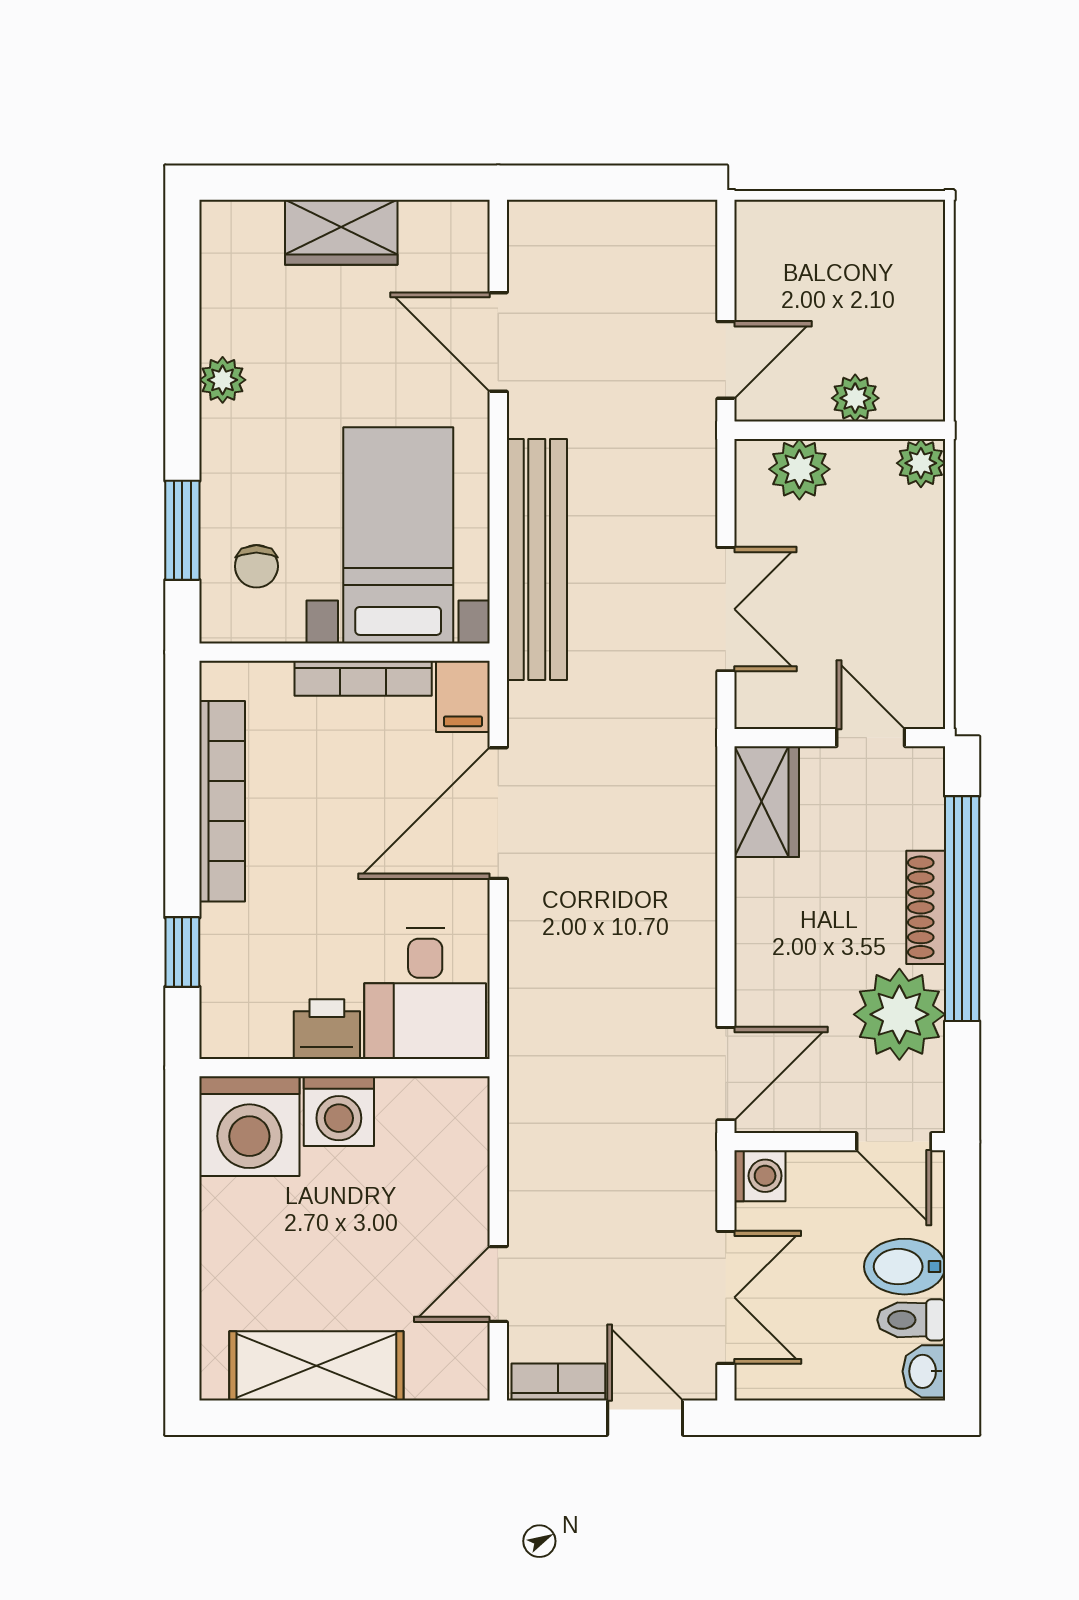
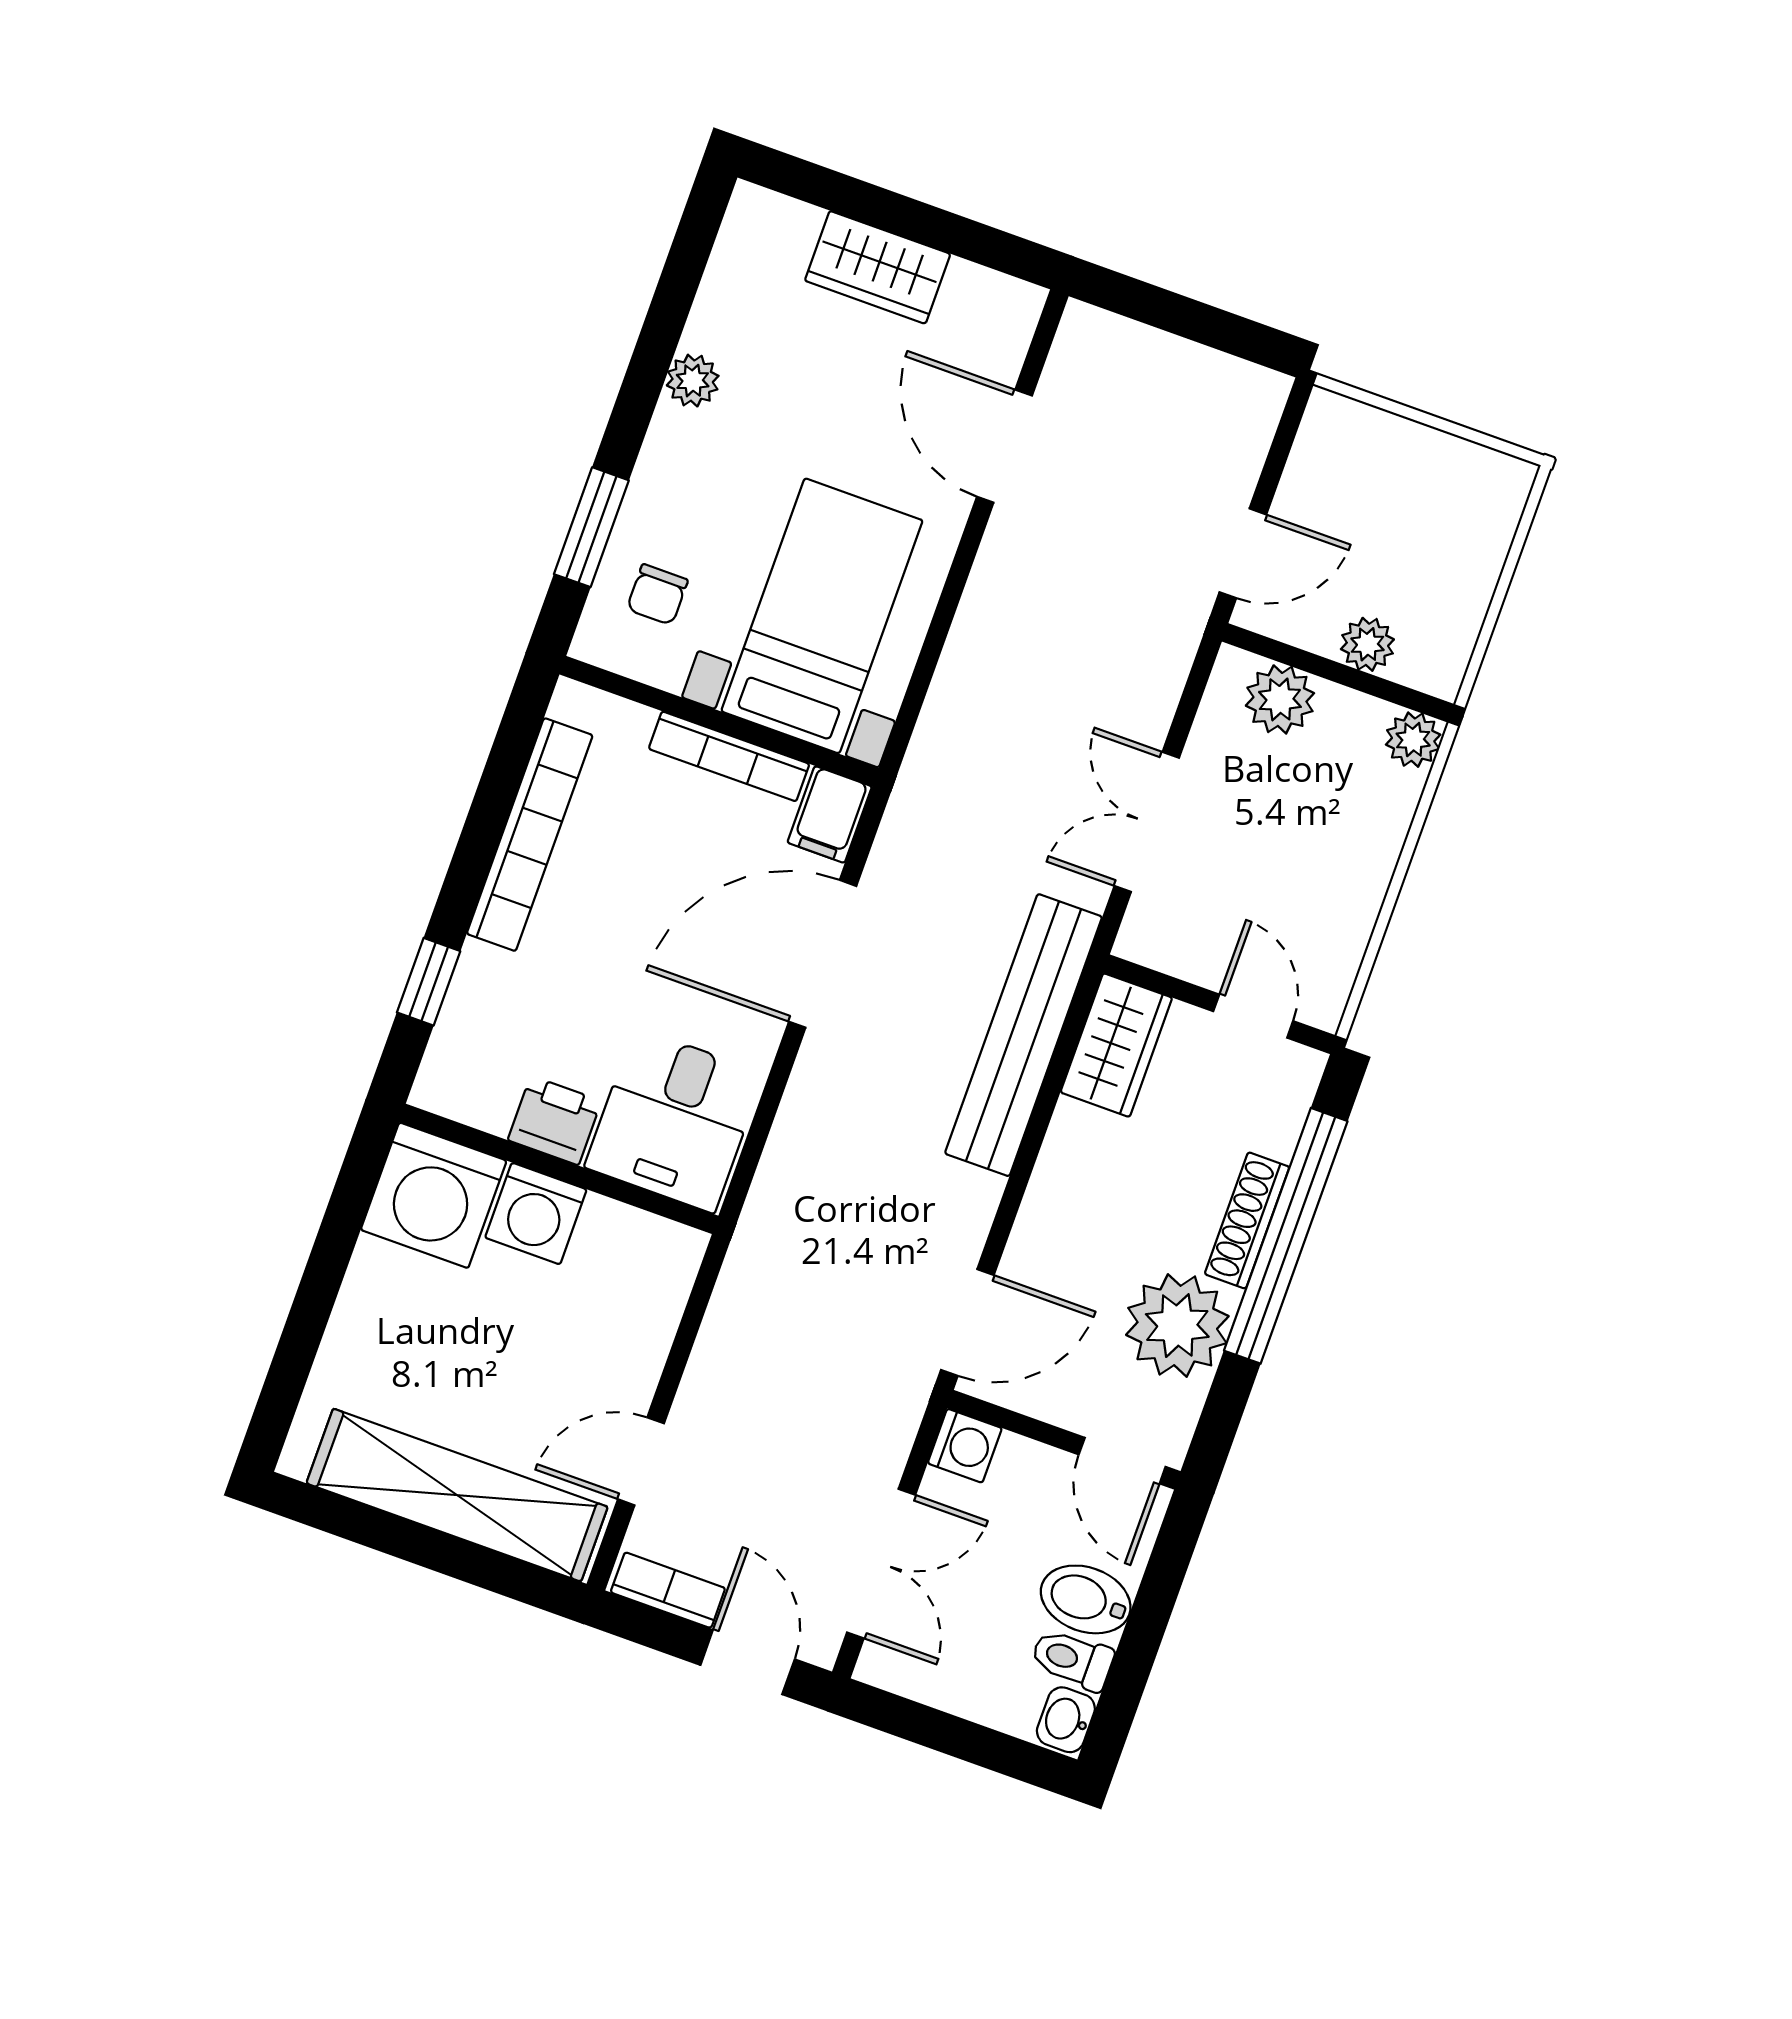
bench: (537, 559) -> (1024, 1035), moved
double door: (726, 609) -> (1147, 822), swing flipped
shelving: (316, 1366) -> (457, 1495), width x1.47

